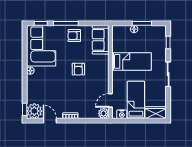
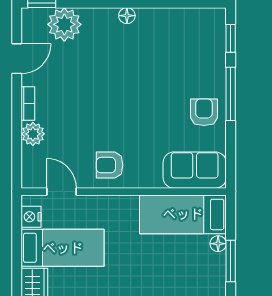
corner sofa: (41, 46) -> (182, 39), removed
bed: (132, 61) -> (183, 214), moved, turned 90
armchair: (78, 69) -> (110, 165), moved
plant: (34, 111) -> (64, 24), moved
plant: (104, 113) -> (33, 134), moved

